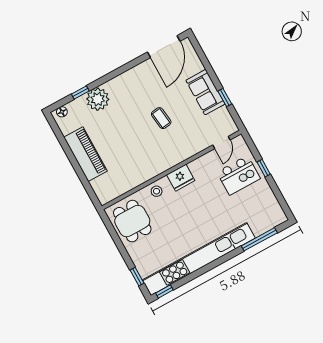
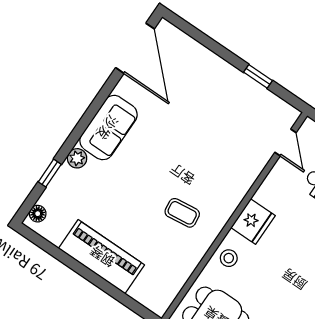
sofa: (205, 92) -> (108, 128), moved, turned -90
plant: (98, 99) -> (77, 158), width x0.53, depth x0.53
coffee table: (161, 118) -> (182, 213), moved

